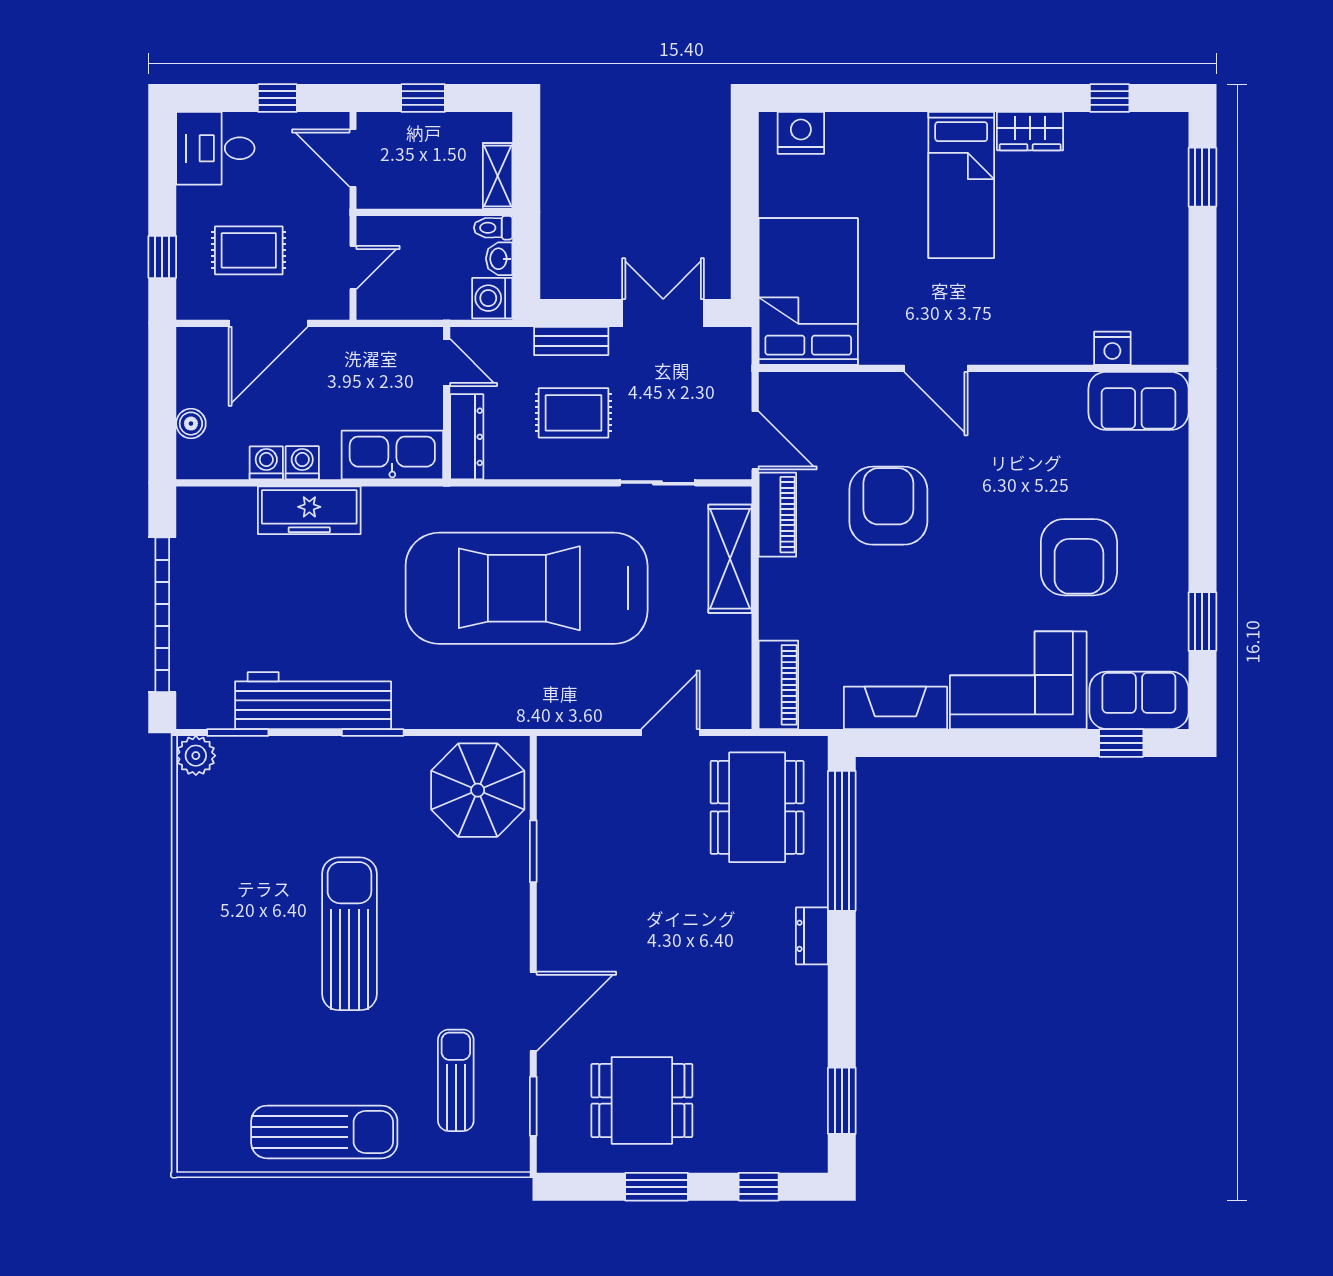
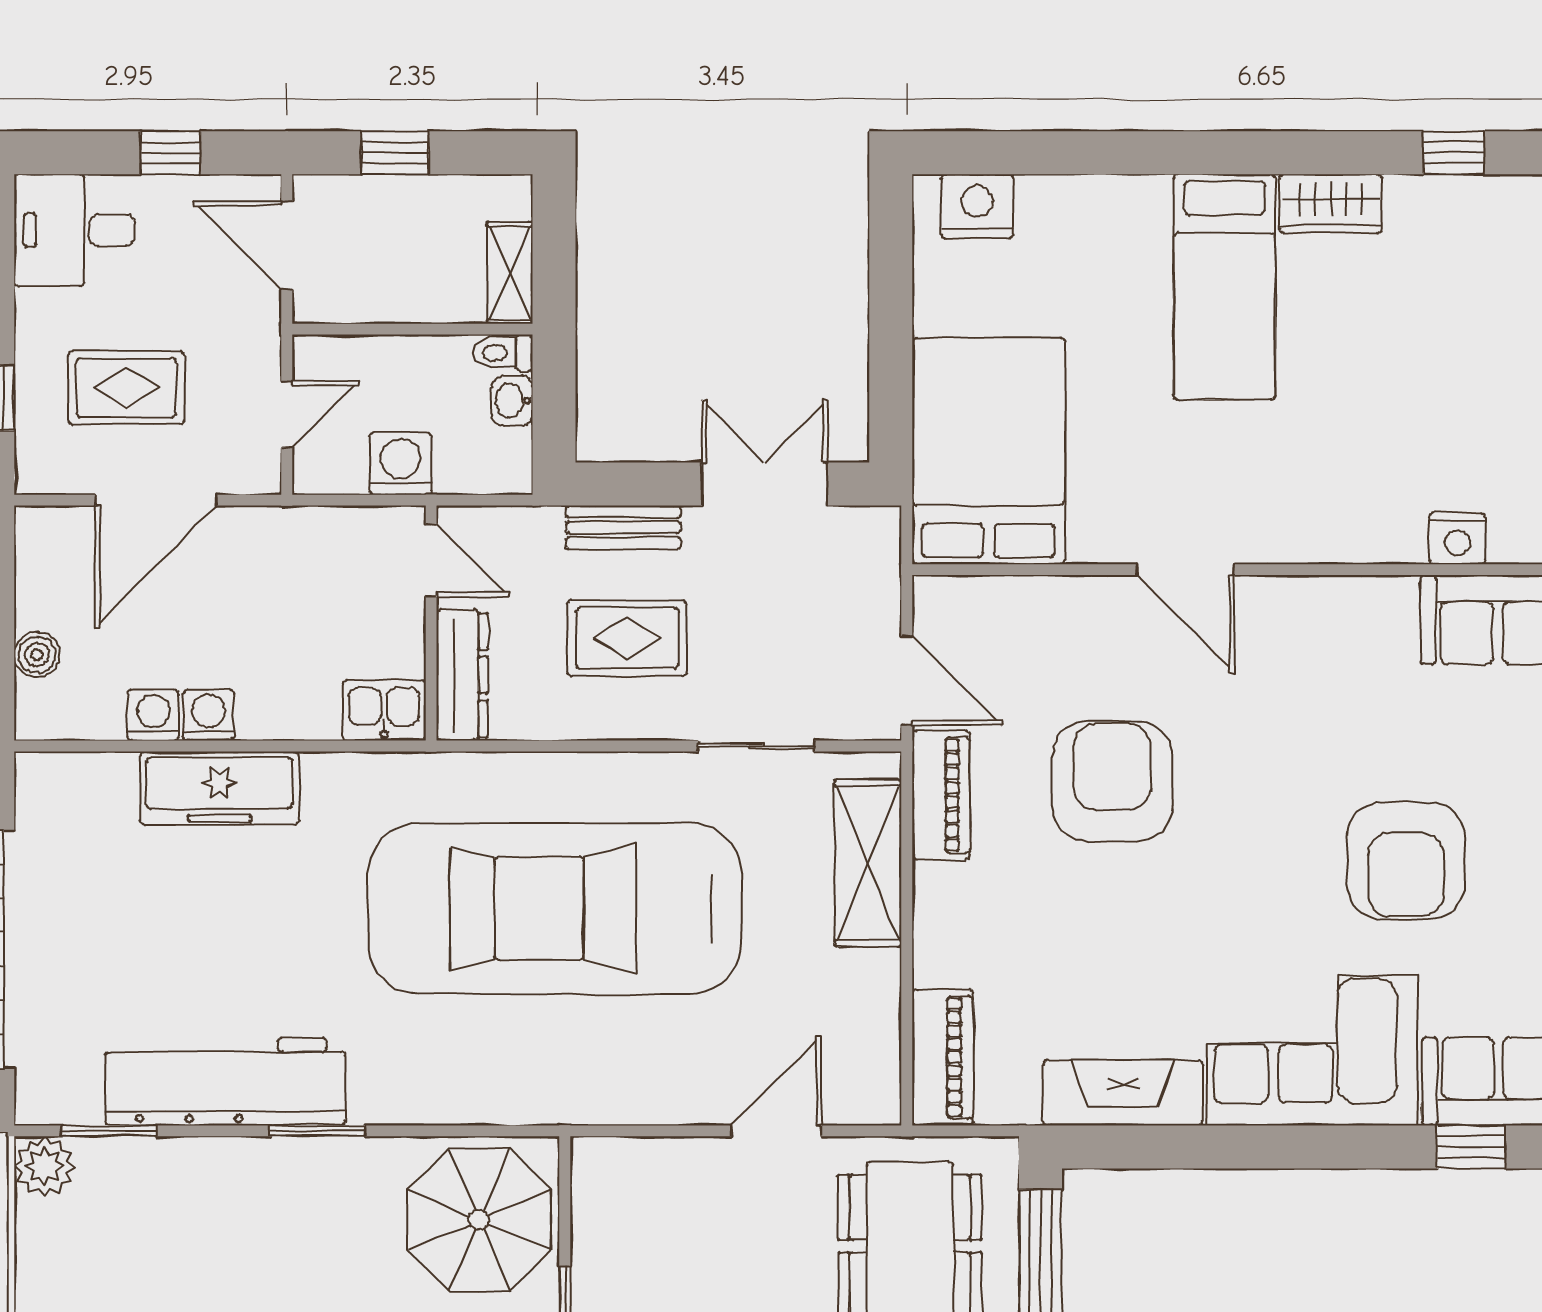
washing machine: (492, 298) -> (401, 464), moved, turned 90
kitchen sink: (392, 455) -> (384, 710), width x0.53, depth x0.81

